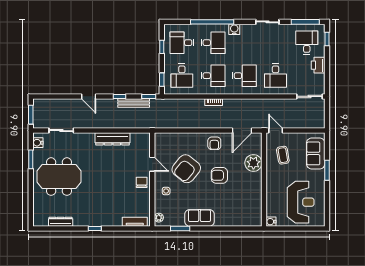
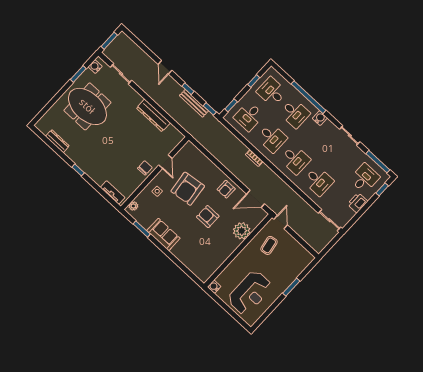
desk: (276, 76) -> (318, 181), turned -90
sofa: (316, 153) -> (295, 267), removed
armchair: (186, 169) -> (188, 189), turned -46

